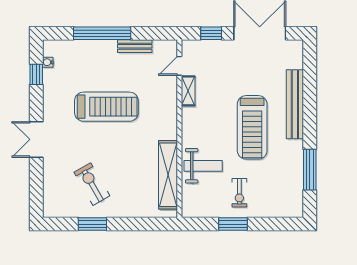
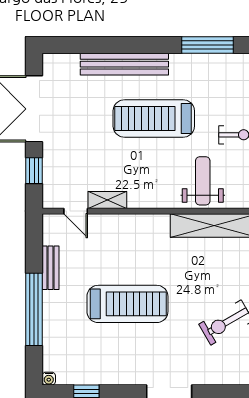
water cooler: (48, 62) -> (49, 379), moved
treadmill: (106, 107) -> (127, 304), turned 90
treadmill: (252, 127) -> (154, 118), turned 180

